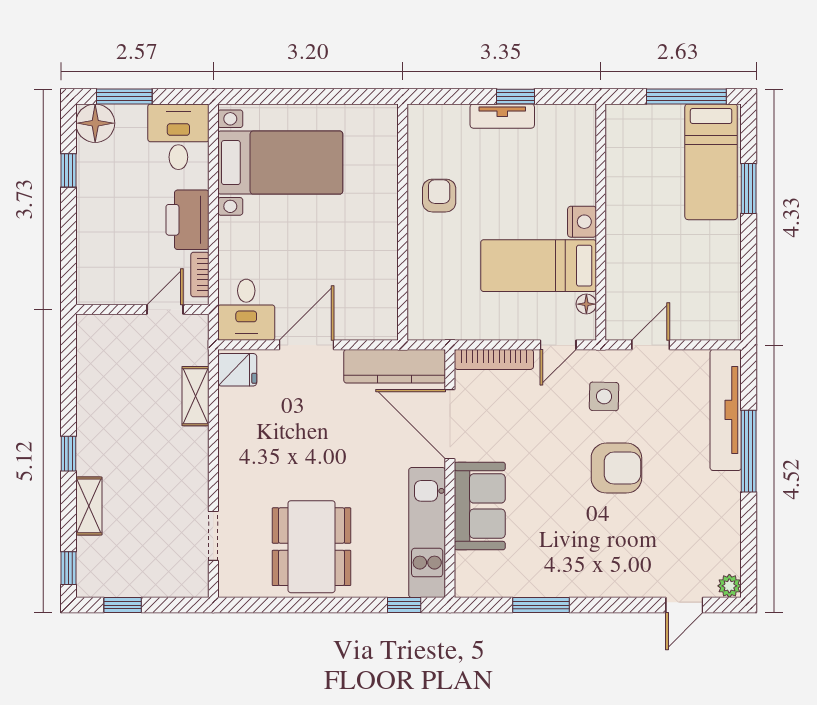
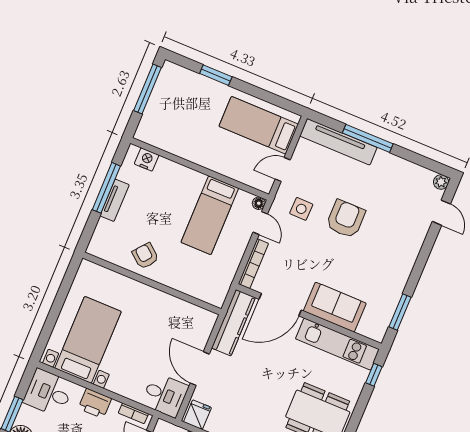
window: (516, 96) -> (106, 188), width x2.17
bed: (711, 162) -> (259, 125), moved, turned 180
armchair: (439, 196) -> (145, 256), turned 39
printer: (187, 220) -> (95, 403), width x0.73, depth x0.84
nightstand: (582, 222) -> (147, 159), moved
floor lamp: (586, 304) -> (259, 203), moved
door: (651, 345) -> (283, 169), hinge flipped
window: (541, 605) -> (400, 312), moved

